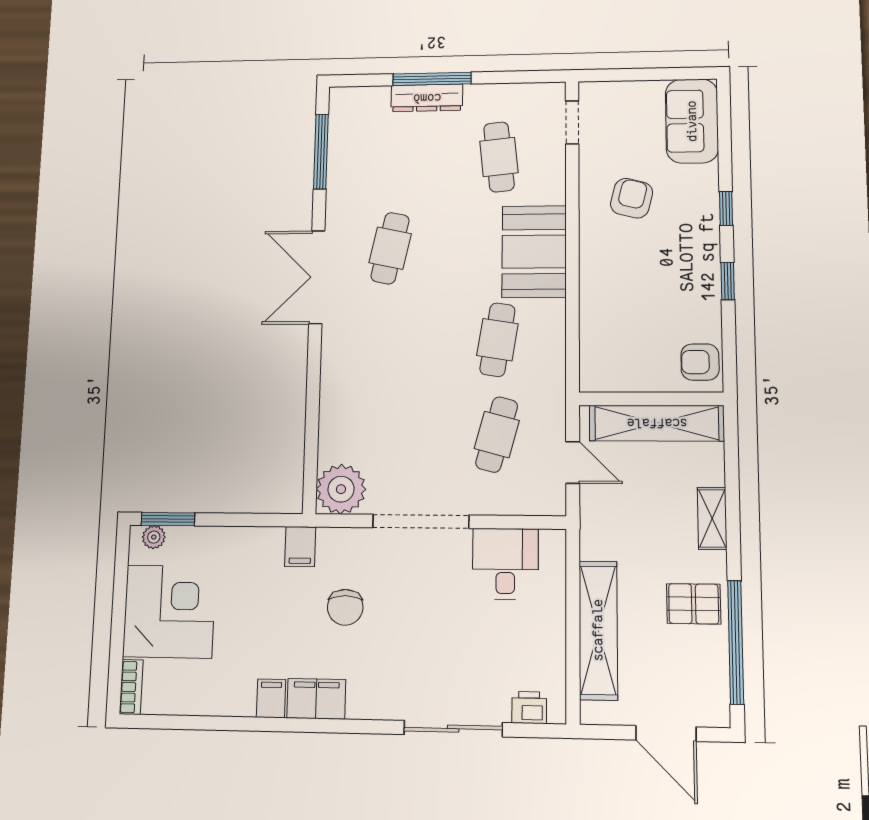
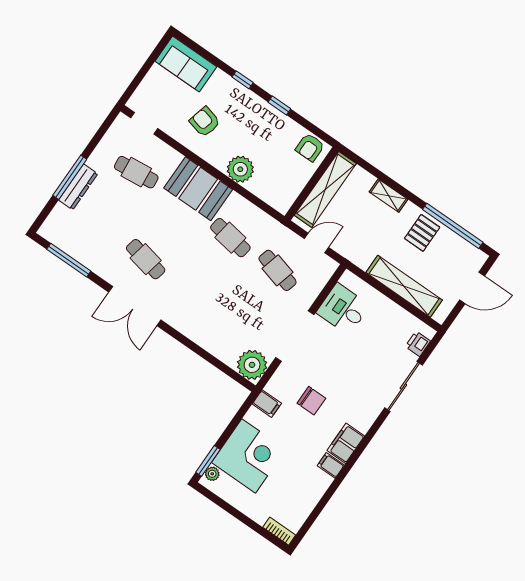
plant: (601, 289) -> (240, 169), added
corner desk: (169, 611) -> (249, 456), moved, turned 90

